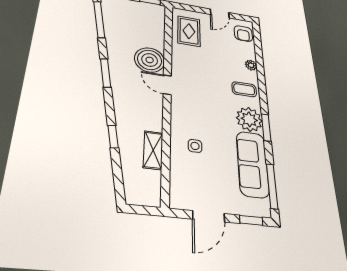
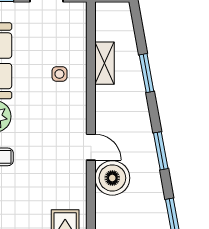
window: (113, 137) -> (147, 73), width x1.50

